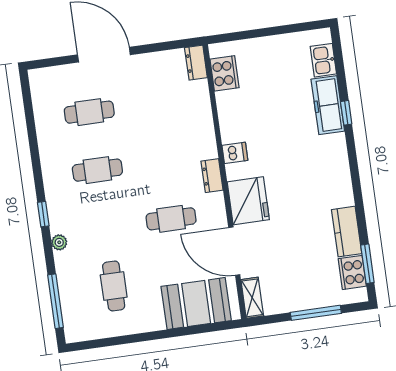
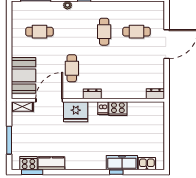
cooker: (224, 73) -> (118, 109), moved
cafe table: (89, 112) -> (136, 32), turned 90

